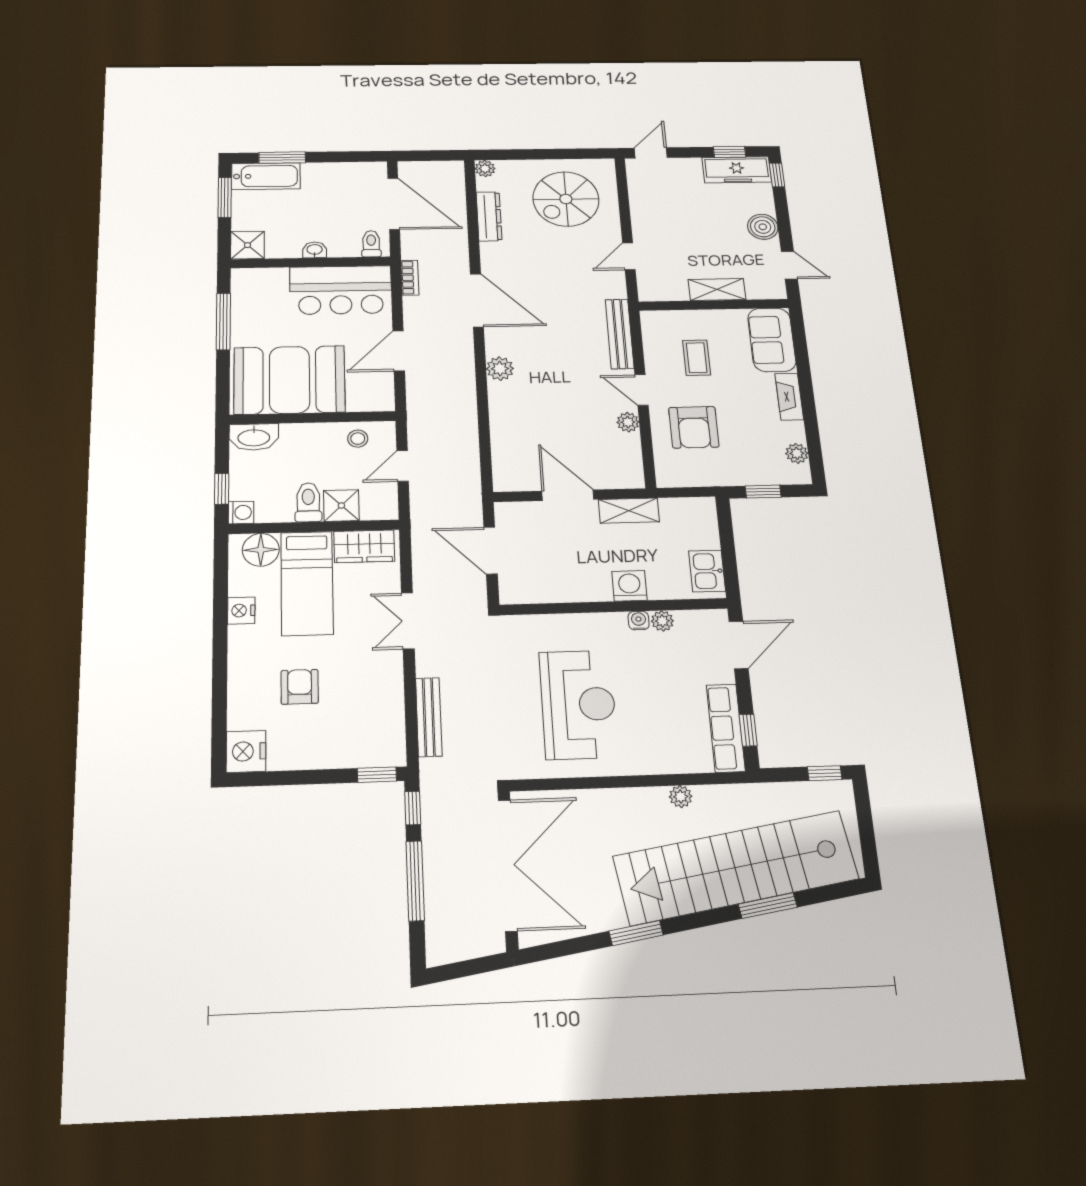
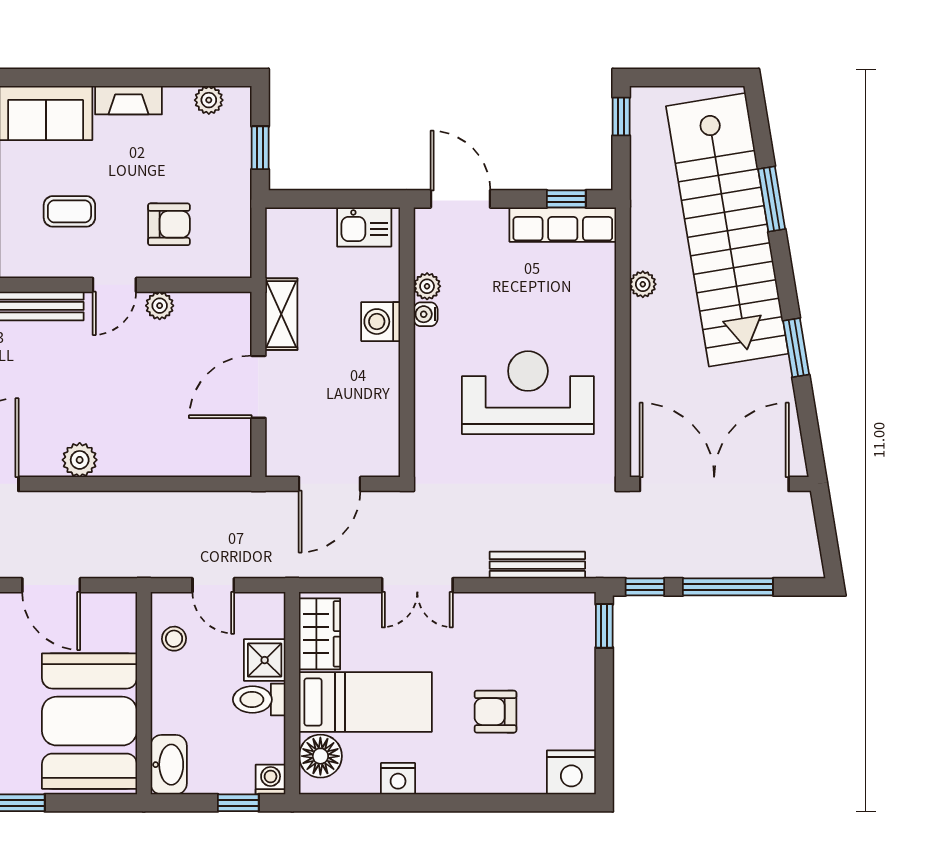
armchair: (694, 427) -> (169, 224), width x0.72, depth x0.72

